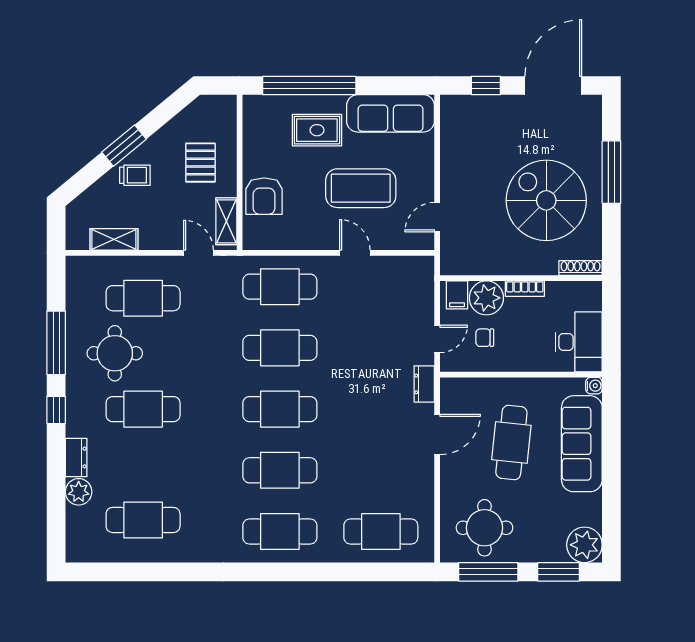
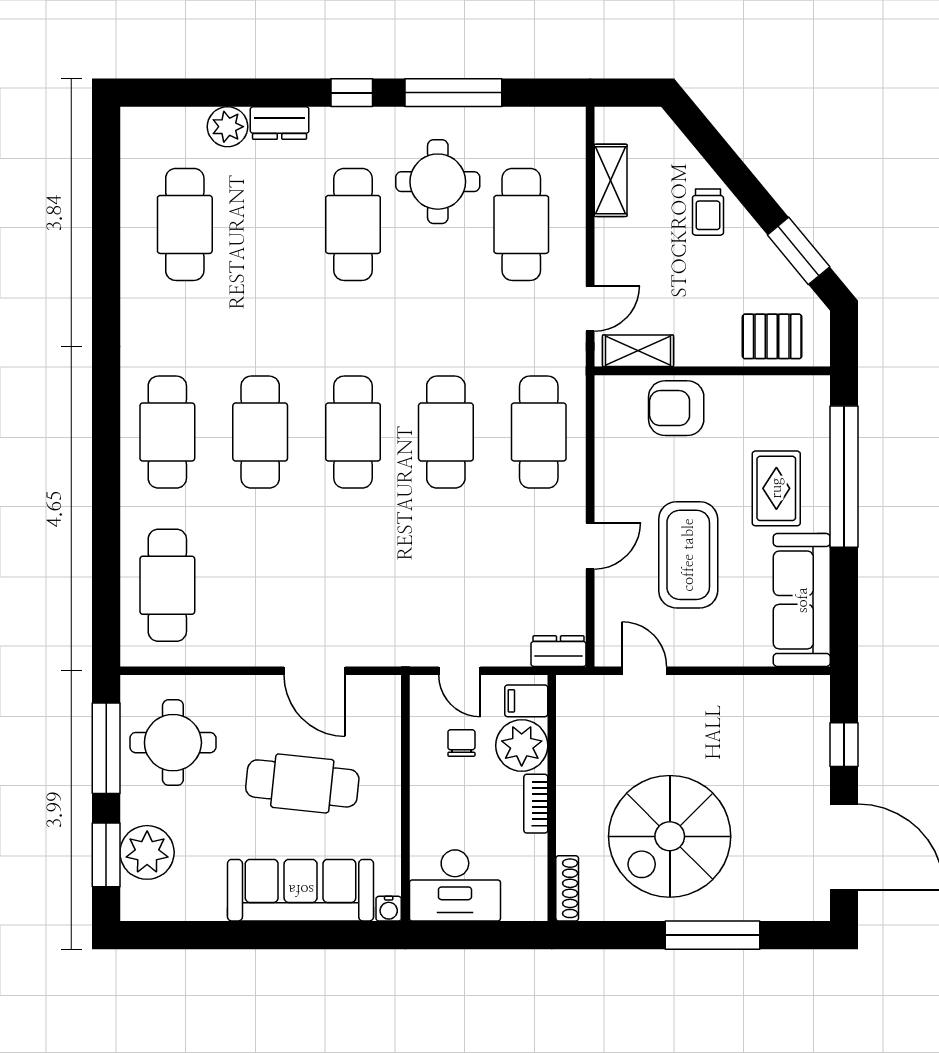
window: (124, 146) -> (799, 251), moved
pallet: (200, 163) -> (772, 336), moved
spiral stairs: (546, 200) -> (670, 836), turned 180
dresser: (424, 384) -> (559, 651), moved
plant: (584, 545) -> (147, 852), moved

